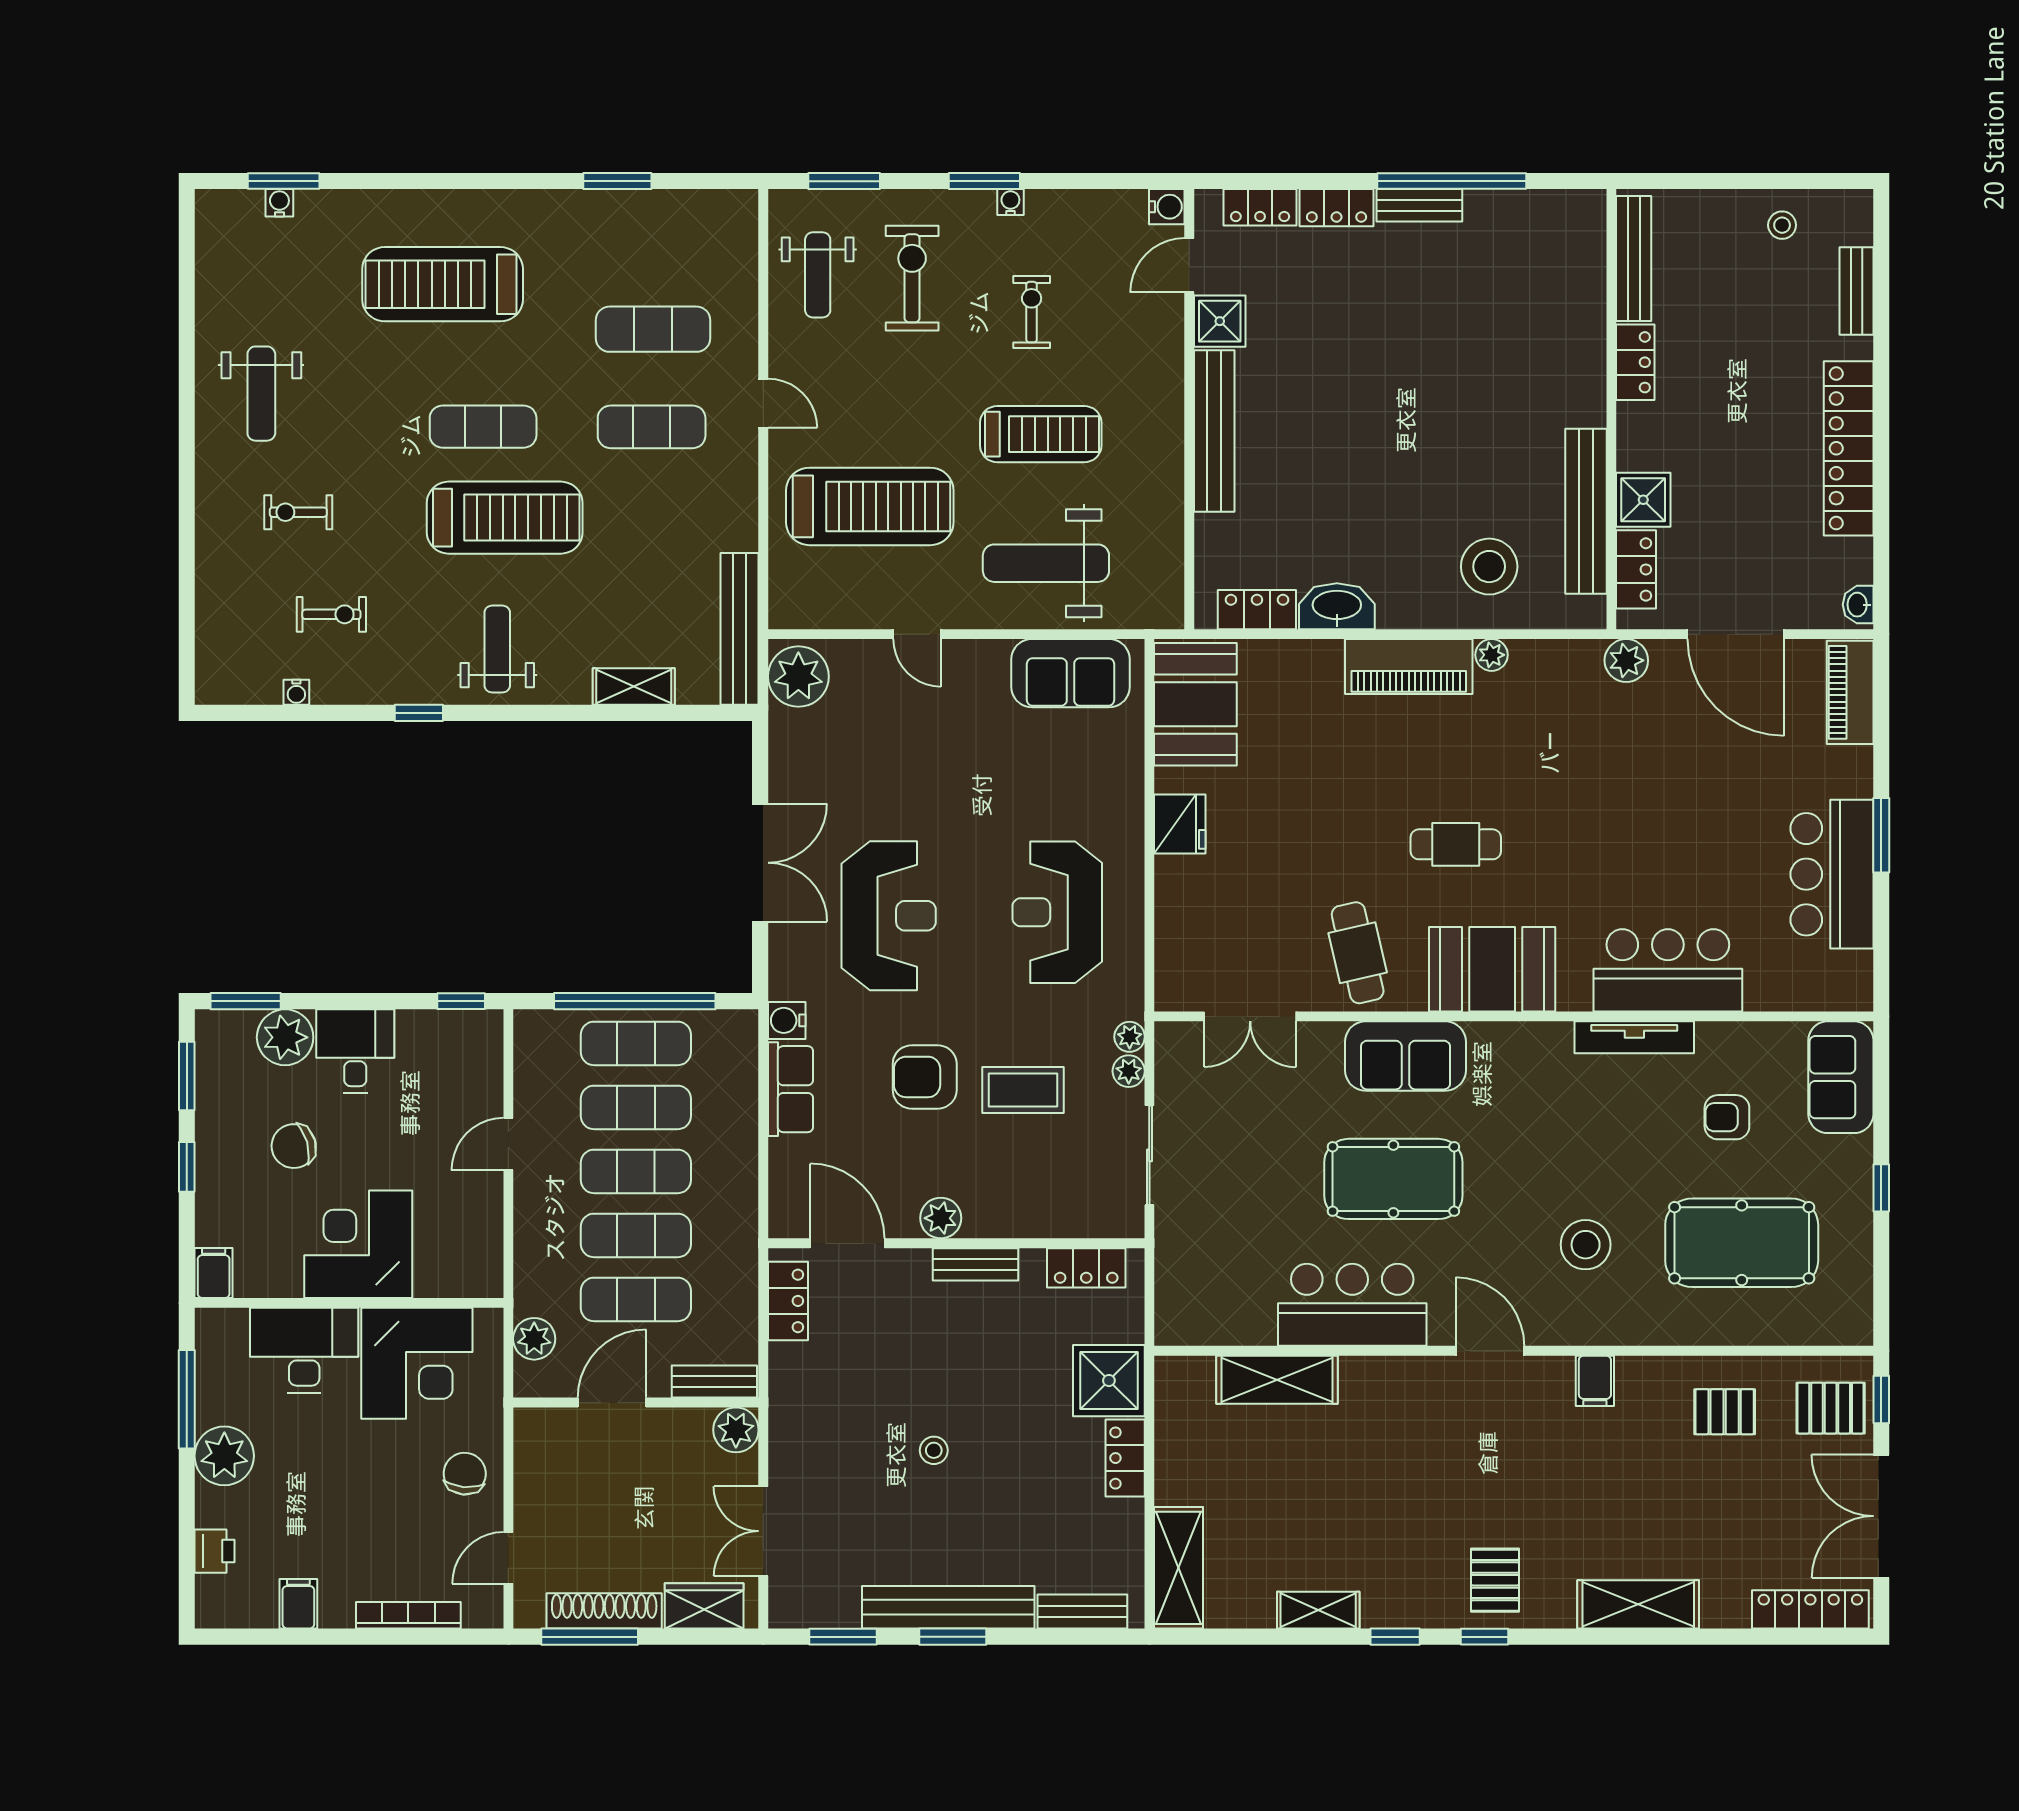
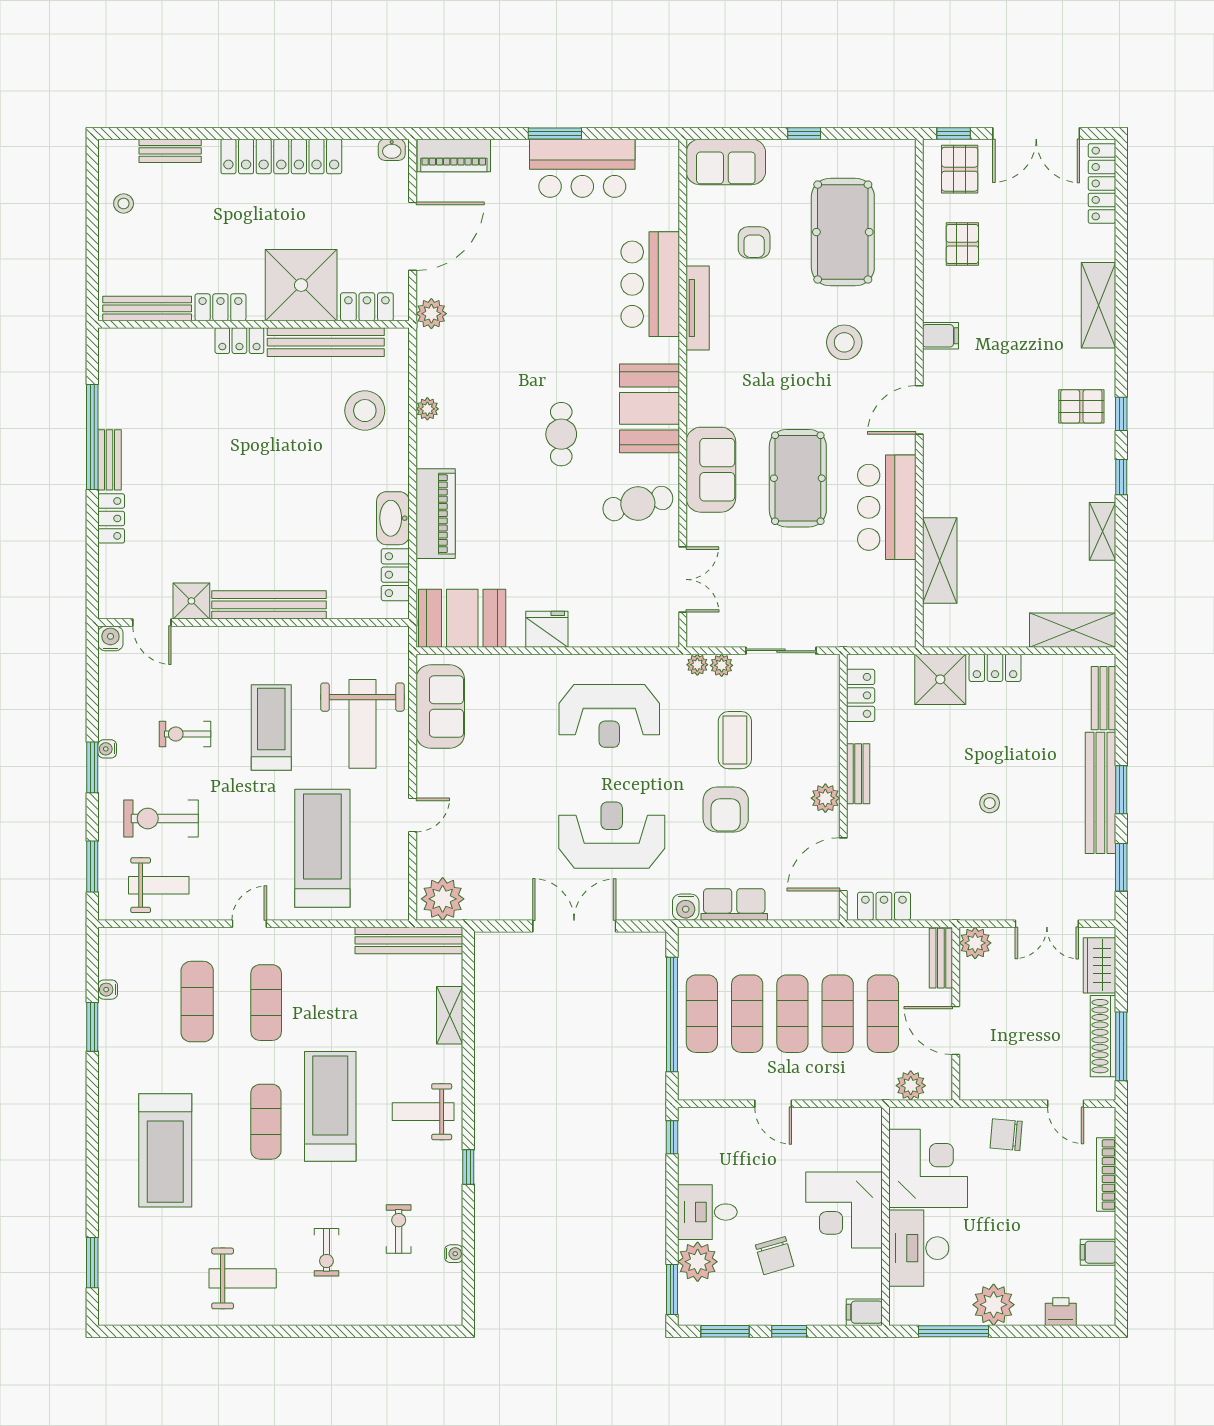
water cooler: (279, 203) -> (108, 990), moved
locker: (1260, 207) -> (239, 341), moved, turned 90
shower: (1643, 500) -> (301, 285), width x1.86, depth x1.86
piano: (1409, 666) -> (436, 514), moved

